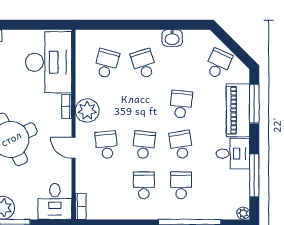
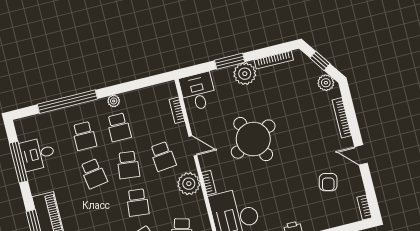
school desk: (181, 104) -> (138, 203), moved
desk: (233, 154) -> (38, 154), moved
bookcase: (81, 206) -> (177, 110), moved
plant: (243, 213) -> (114, 101), moved

